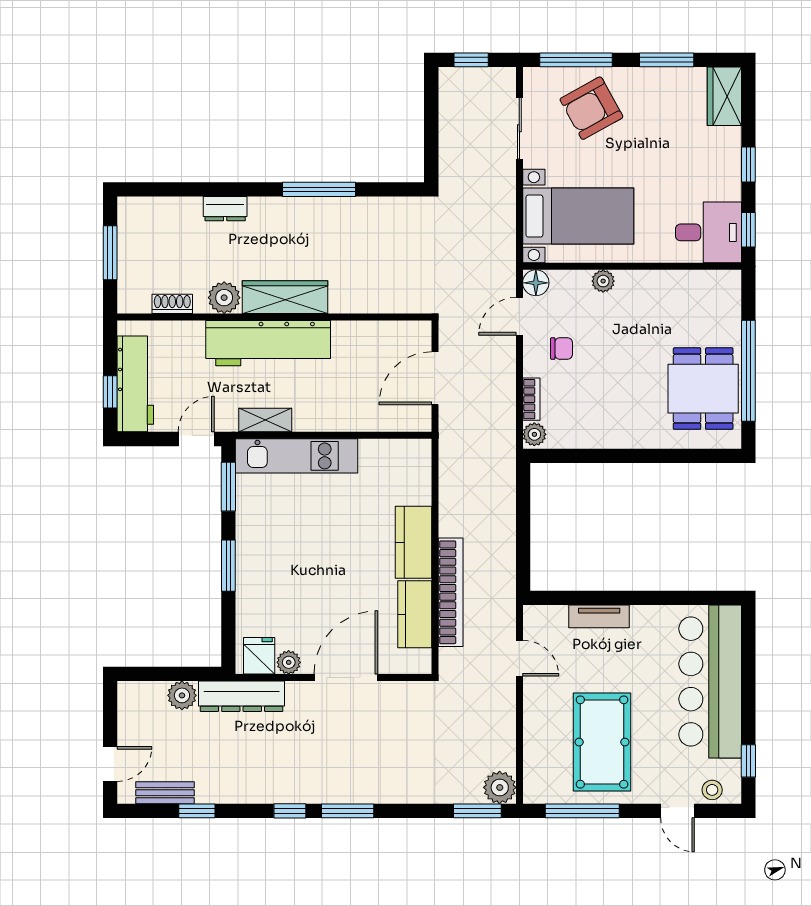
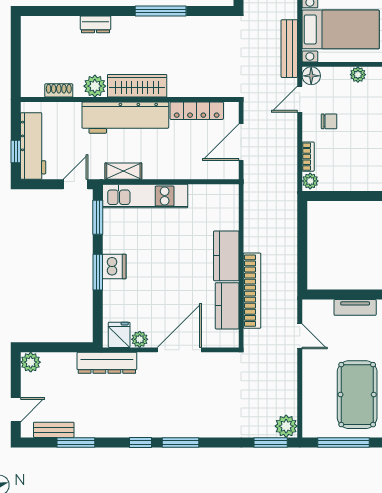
bench: (504, 244) -> (289, 49), added
window: (110, 253) -> (16, 55), removed
locker: (371, 333) -> (197, 111), added
dishwasher: (252, 558) -> (114, 267), added
plant: (182, 695) -> (31, 362), moved
window: (197, 811) -> (76, 442), width x1.50

